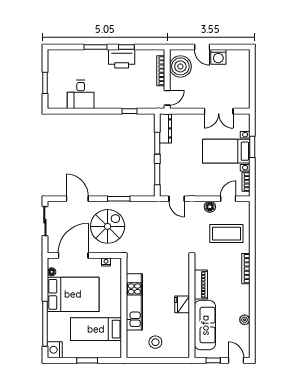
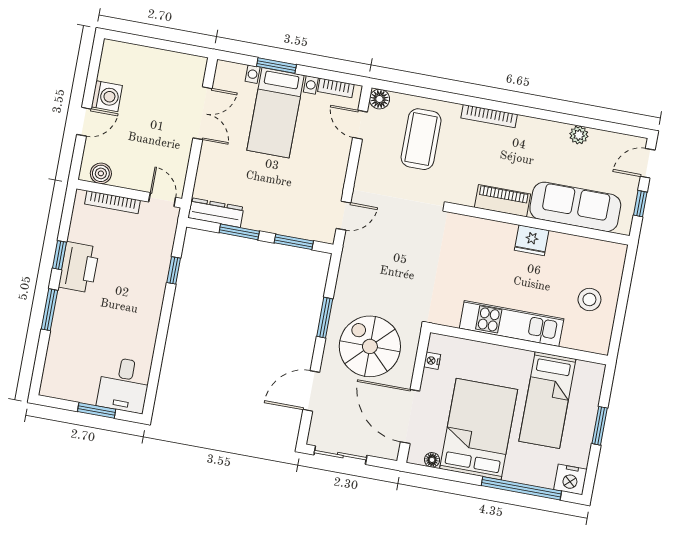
boiler: (180, 66) -> (101, 173), width x0.54, depth x0.54
desk: (81, 94) -> (124, 385), moved, turned 90
floor lamp: (210, 207) -> (379, 99), moved

